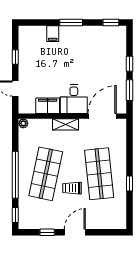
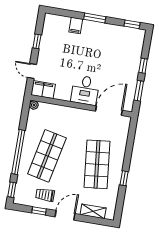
filing cabinet: (48, 106) -> (43, 90), moved
shelving: (65, 124) -> (93, 211), moved
trolley: (72, 188) -> (45, 195), moved

